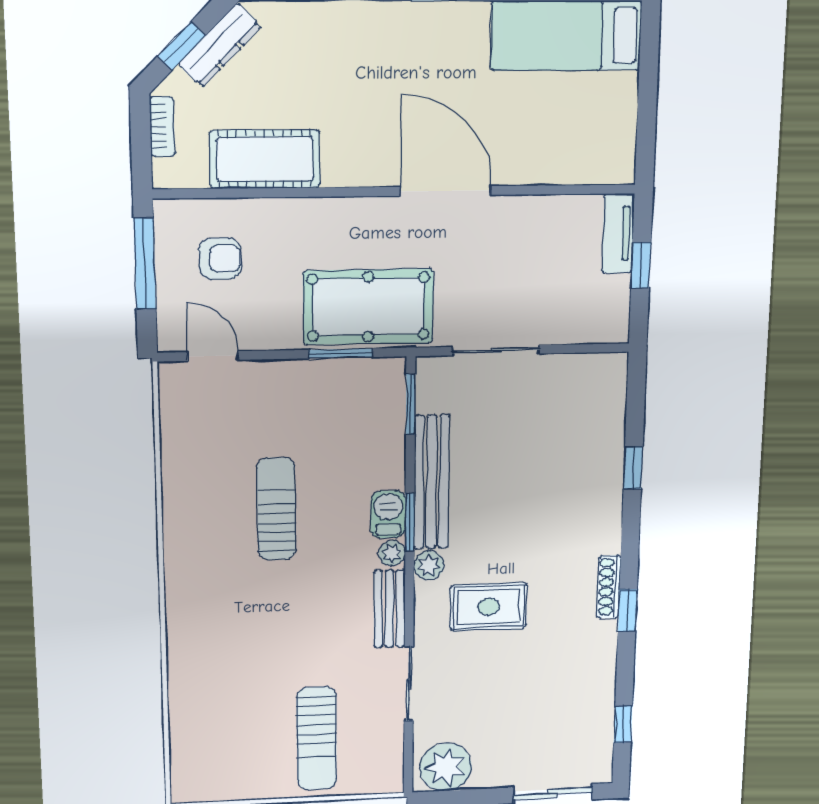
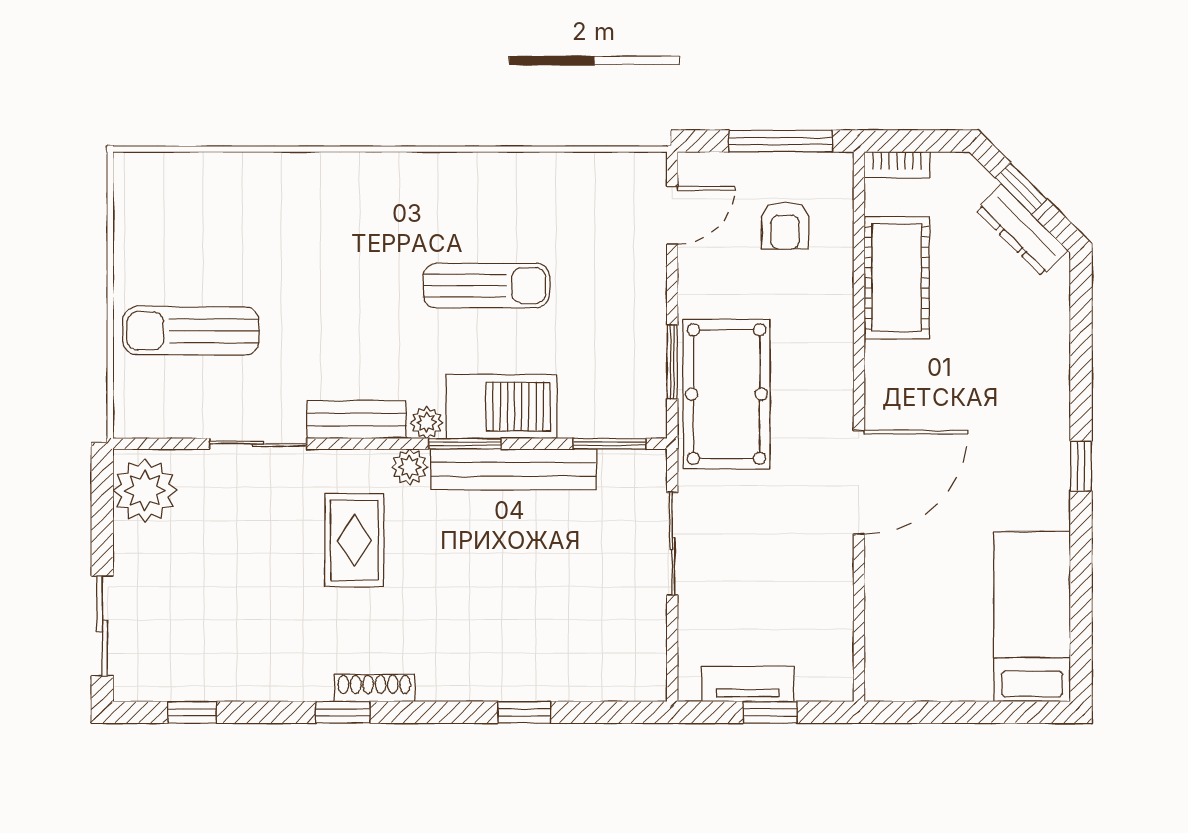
bookcase: (162, 127) -> (897, 165), moved
tv unit: (618, 233) -> (748, 684), moved
barbecue: (388, 514) -> (501, 407), width x1.88, depth x1.53

